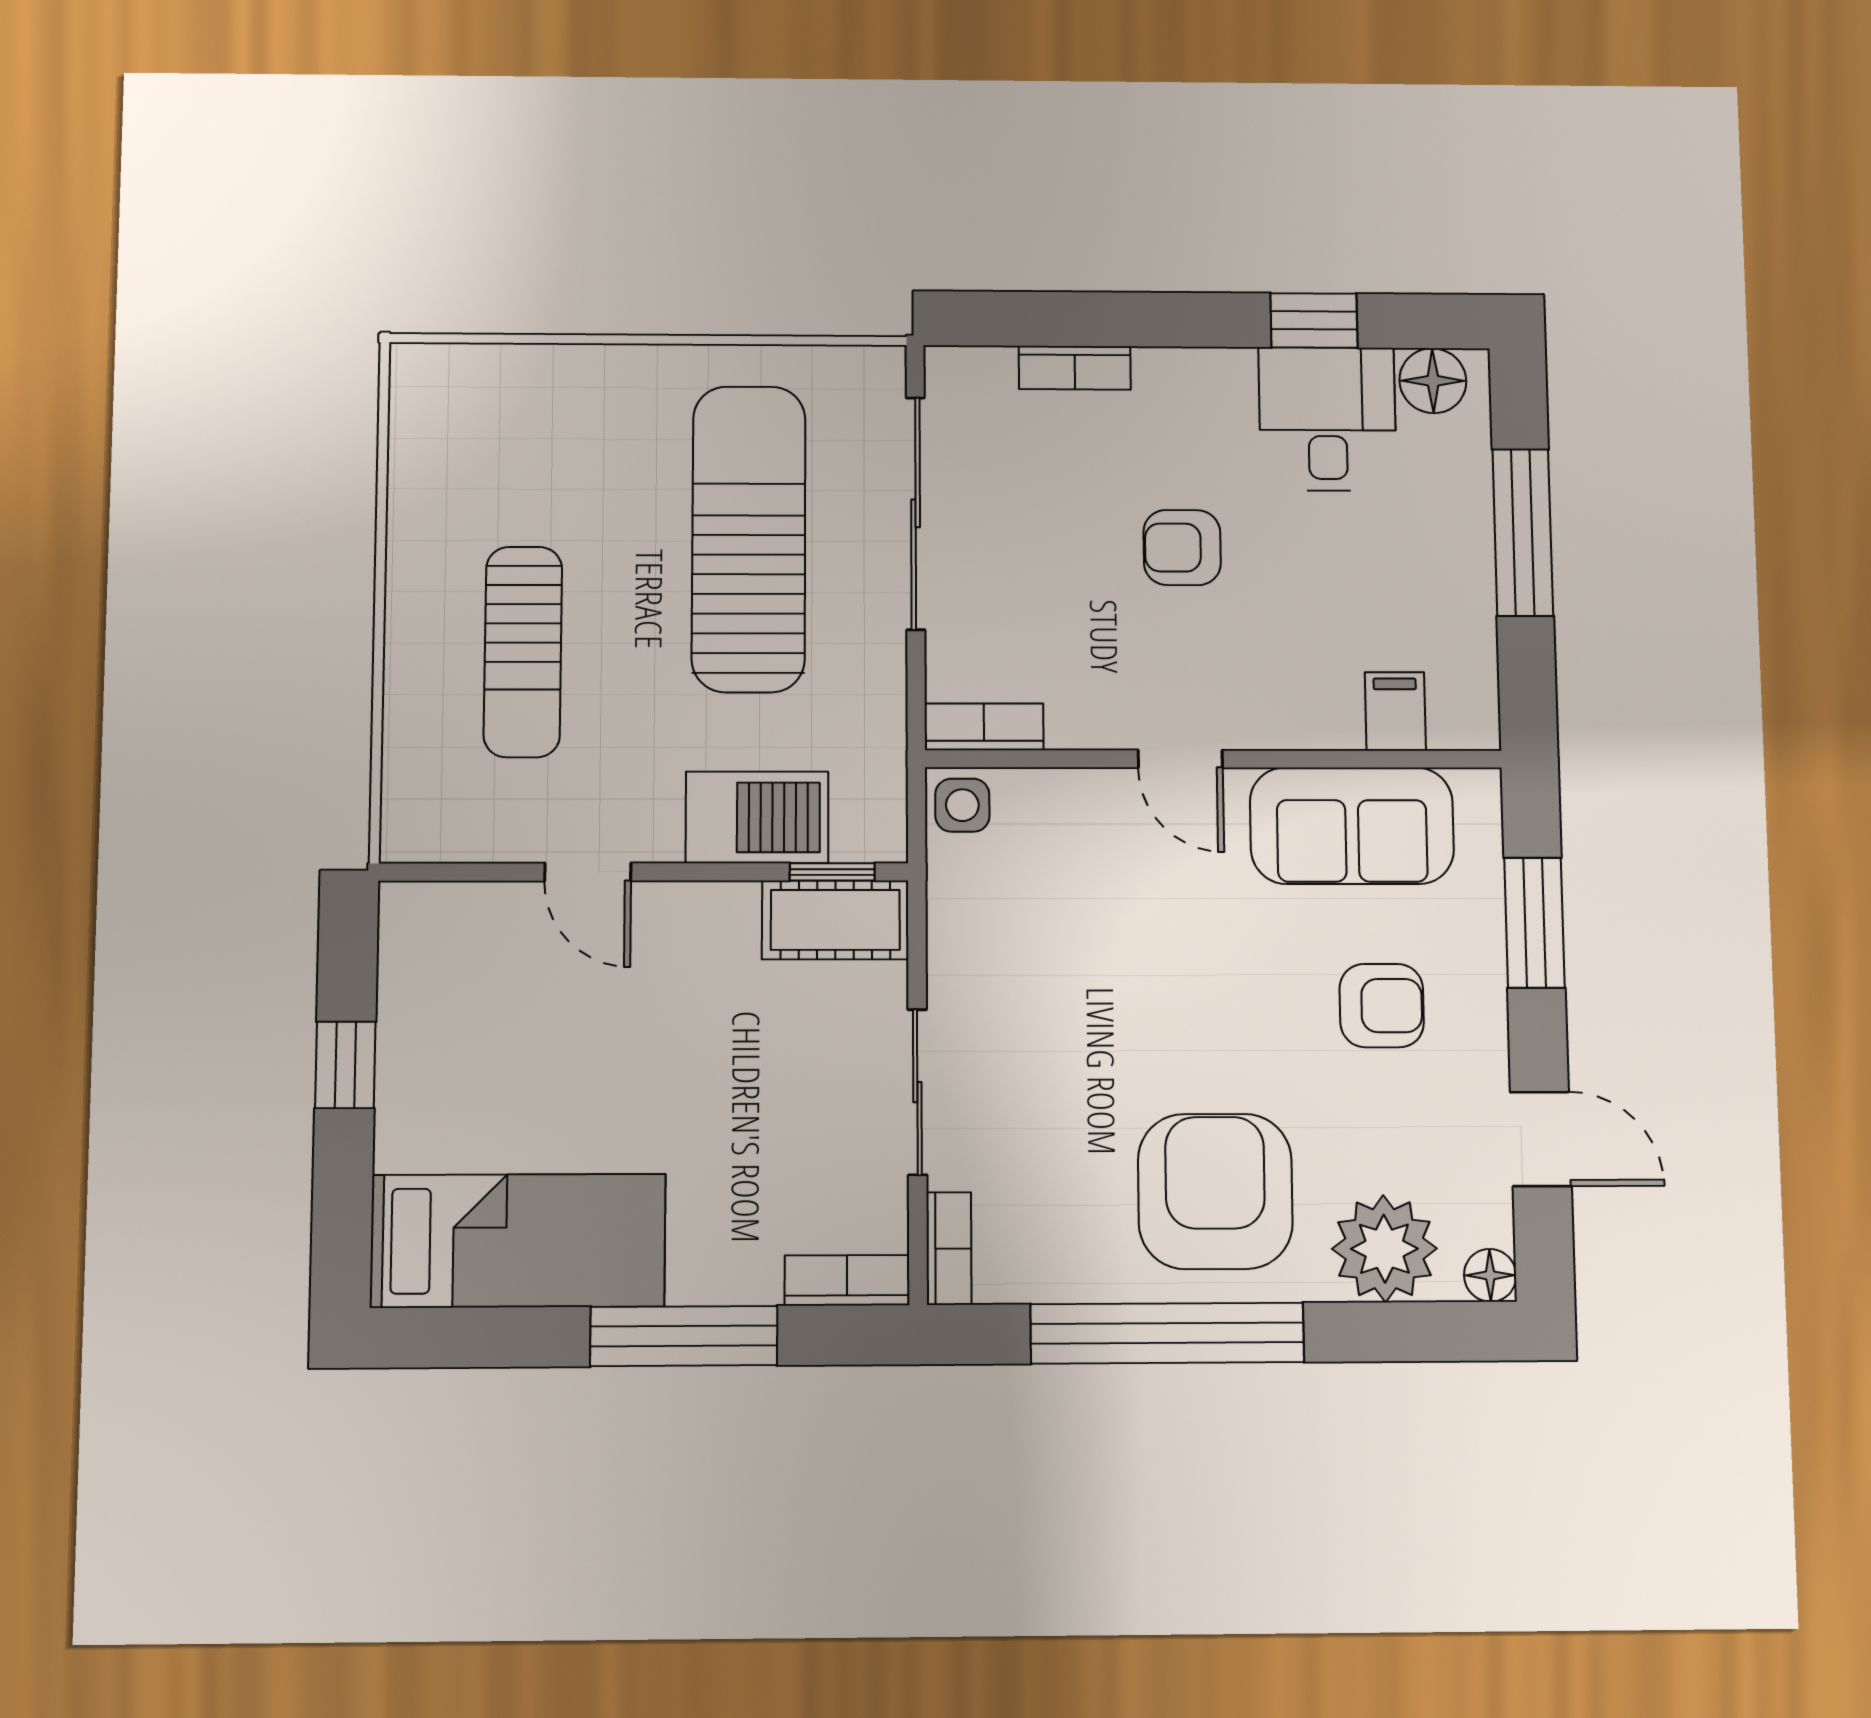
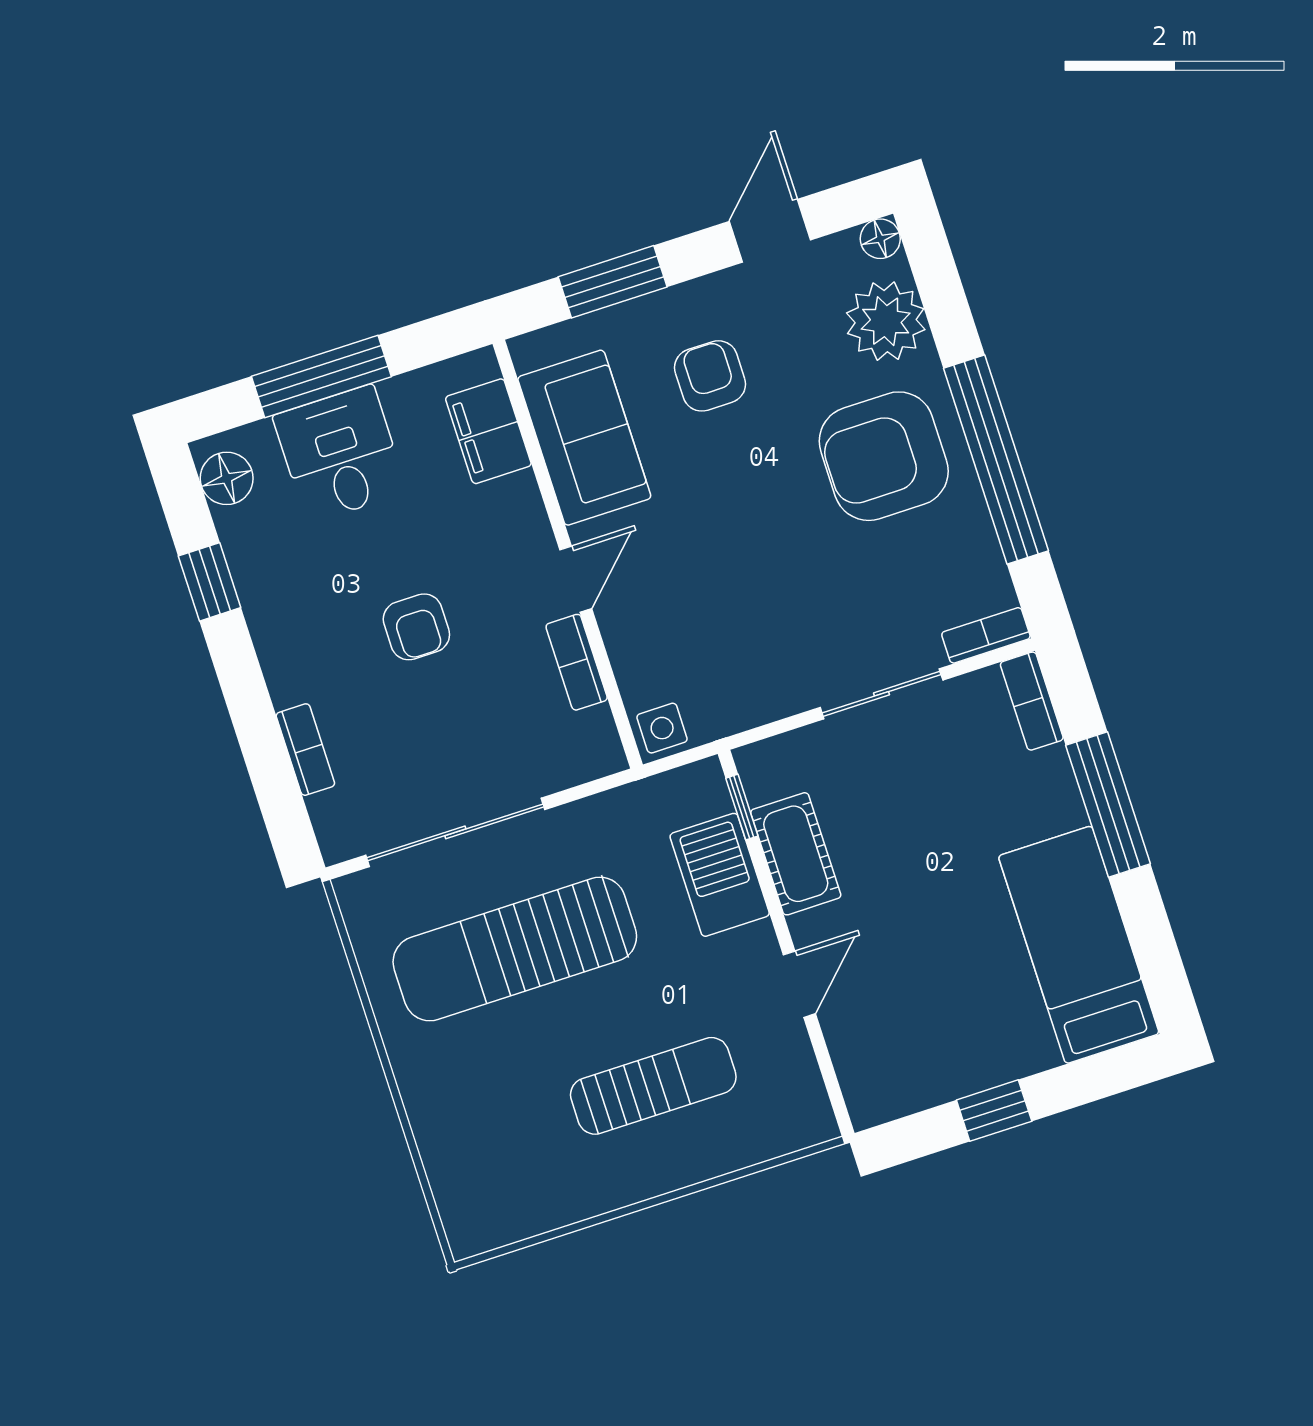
desk: (1327, 419) -> (340, 454), moved, turned 90
filing cabinet: (1395, 711) -> (488, 431), width x2.00
bookcase: (984, 727) -> (577, 662), moved
cot: (835, 920) -> (796, 854), moved

